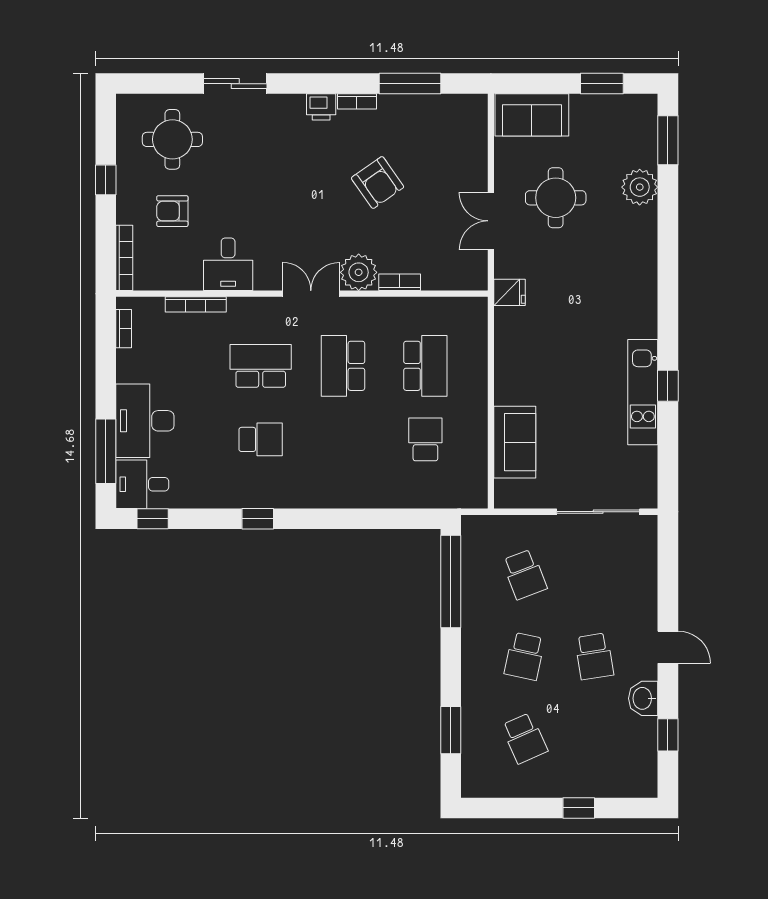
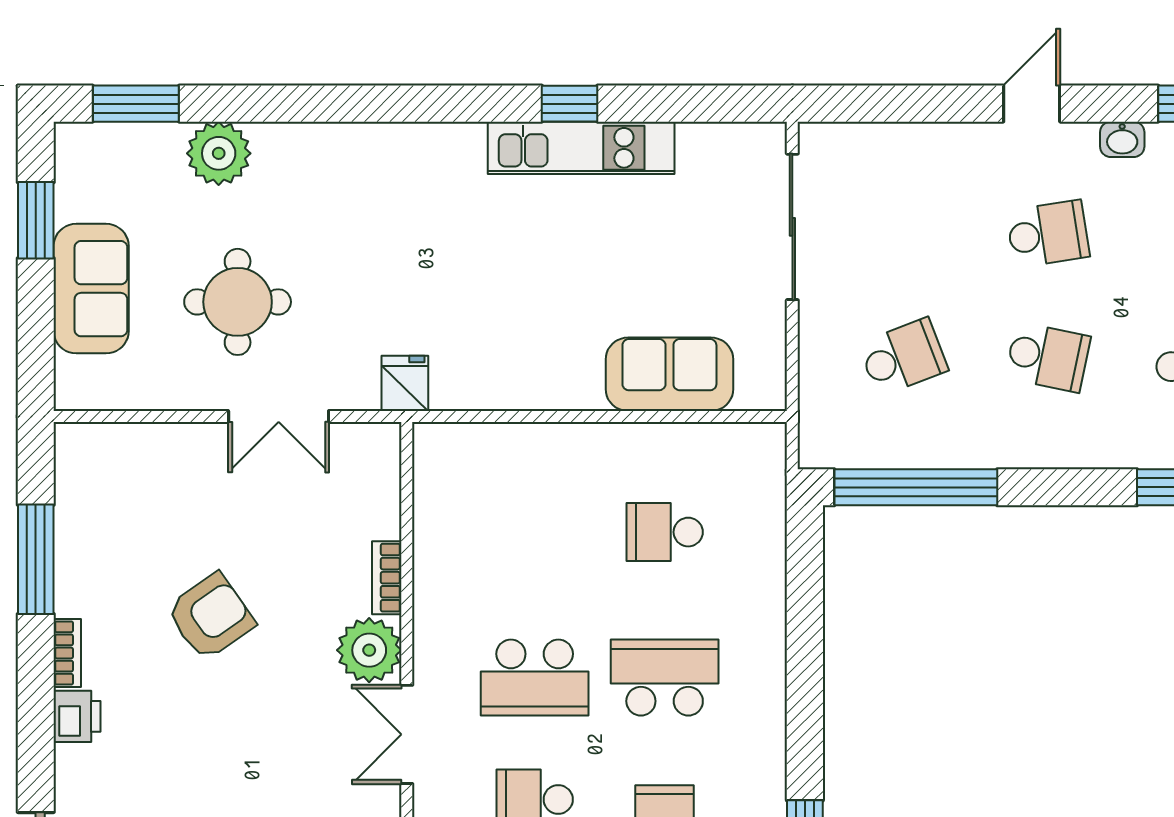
sofa: (532, 115) -> (91, 289), moved
school desk: (425, 366) -> (665, 678), moved
washbasin: (643, 698) -> (1122, 139), width x0.72, depth x0.69

